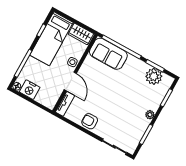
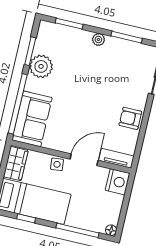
plant: (154, 76) -> (41, 66), moved
nightstand: (30, 90) -> (118, 182), moved
armchair: (90, 121) -> (130, 118), turned 90

